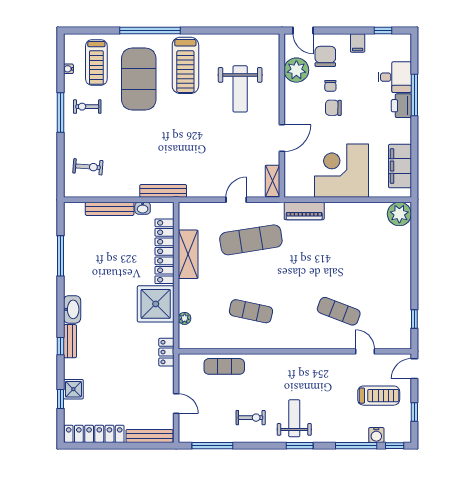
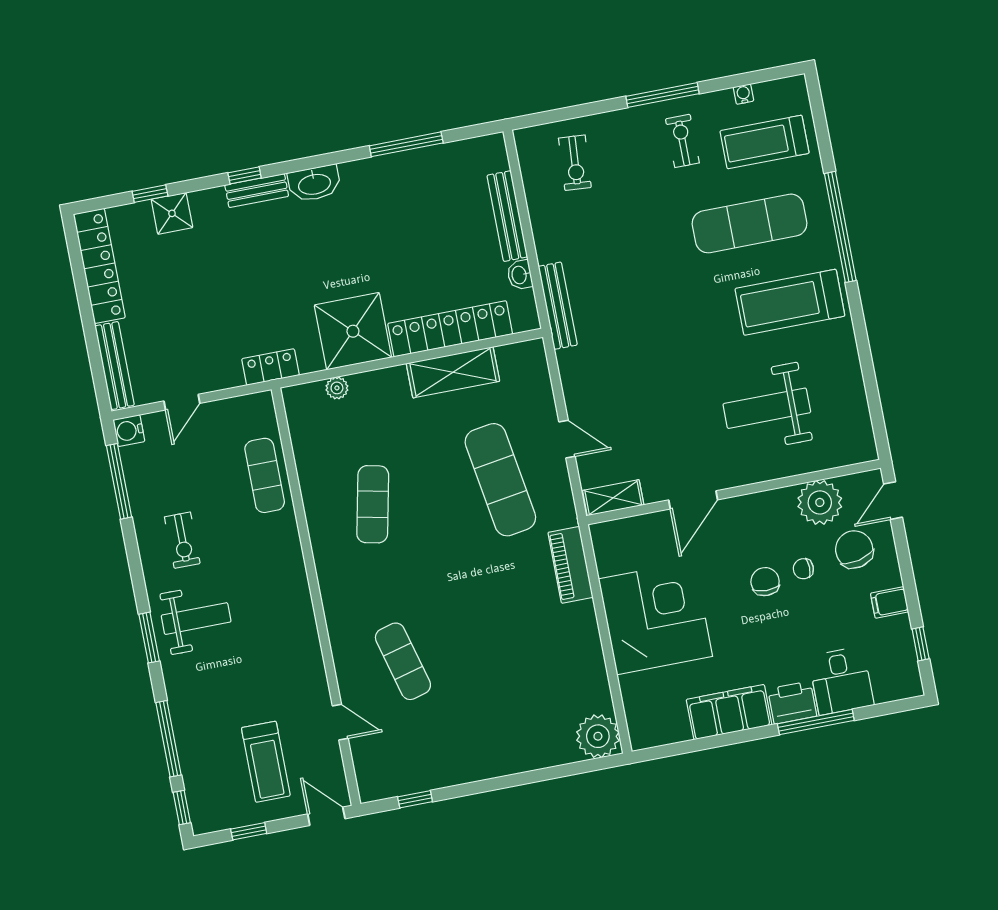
chair: (325, 56) -> (854, 549), turned -103
exercise mat: (139, 79) -> (750, 223), width x0.68
door: (282, 138) -> (693, 500), hinge flipped
filing cabinet: (400, 166) -> (729, 712), moved
exercise mat: (339, 311) -> (403, 661), turned -36
door: (365, 351) -> (340, 722), hinge flipped
water cooler: (376, 435) -> (129, 431), moved

